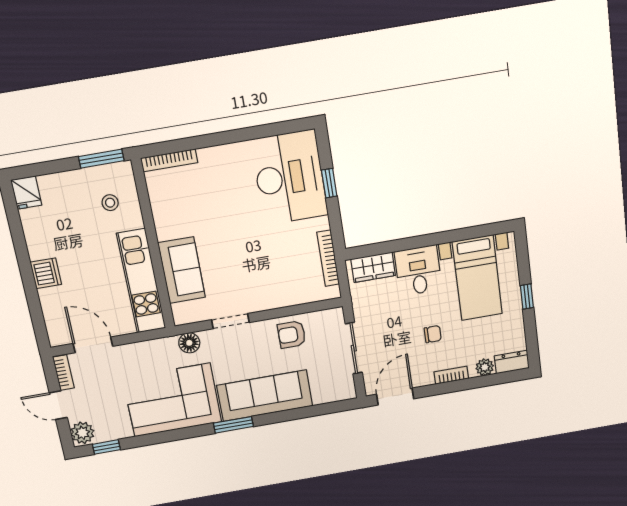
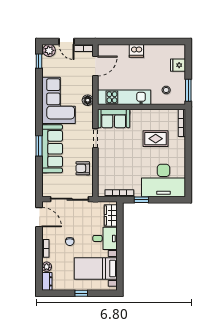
window: (329, 183) -> (141, 200), moved
fridge: (26, 193) -> (178, 65), moved
rug: (210, 207) -> (156, 139), added
sofa: (182, 270) -> (114, 118), moved
armchair: (292, 335) -> (83, 168), turned -90
floor lamp: (189, 343) -> (88, 100), moved
sliding door: (354, 348) -> (70, 199), width x1.37
door: (58, 405) -> (66, 41), swing flipped
window: (233, 425) -> (39, 146), moved

